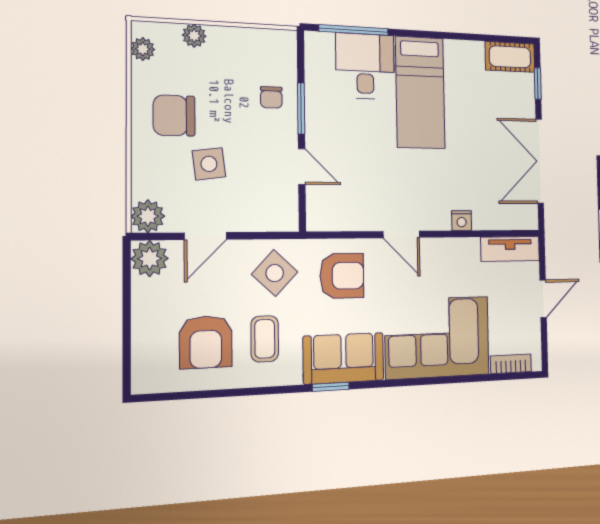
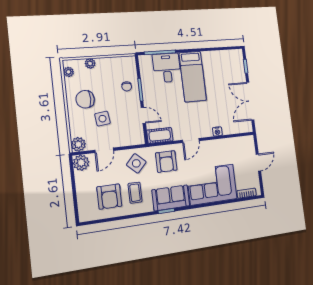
cot: (510, 57) -> (160, 135), moved
door: (401, 234) -> (191, 140), hinge flipped
tv unit: (510, 249) -> (241, 142), removed
armchair: (342, 276) -> (166, 162), turned 90

